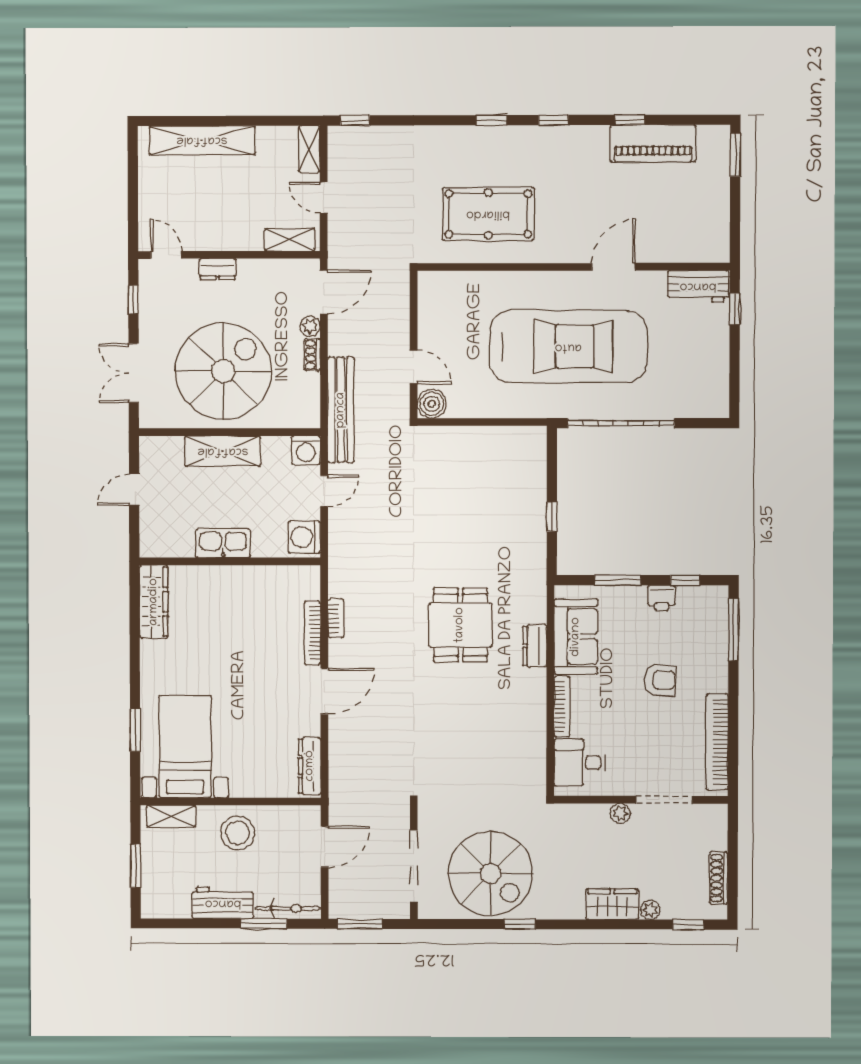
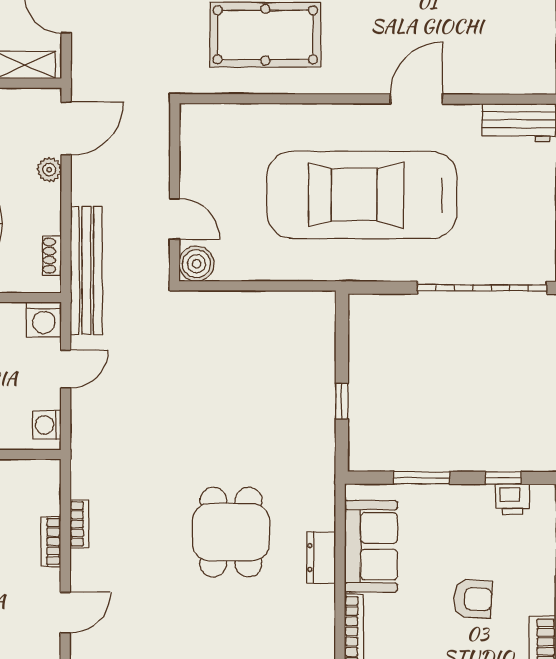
car: (568, 347) -> (362, 195), turned 180
shoe rack: (312, 355) -> (52, 256), moved
garage door: (621, 423) -> (482, 288), moved
washing machine: (304, 537) -> (47, 425), width x0.73, depth x0.73
printer: (662, 598) -> (513, 499), moved
bookcase: (312, 633) -> (51, 541), width x0.64
door: (324, 691) -> (65, 613), width x0.73

